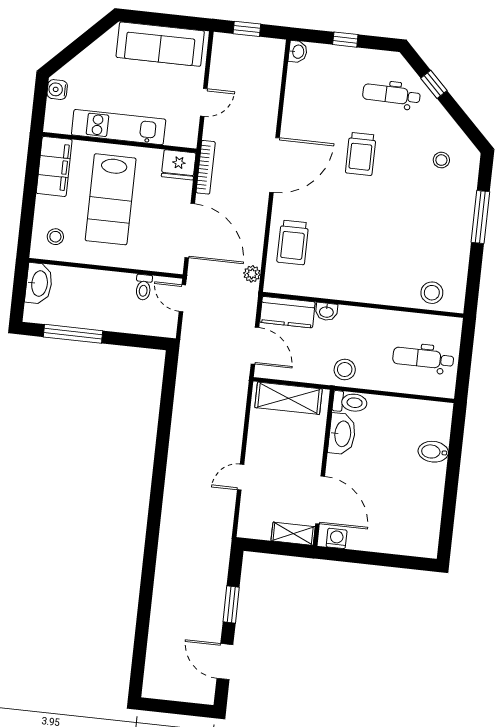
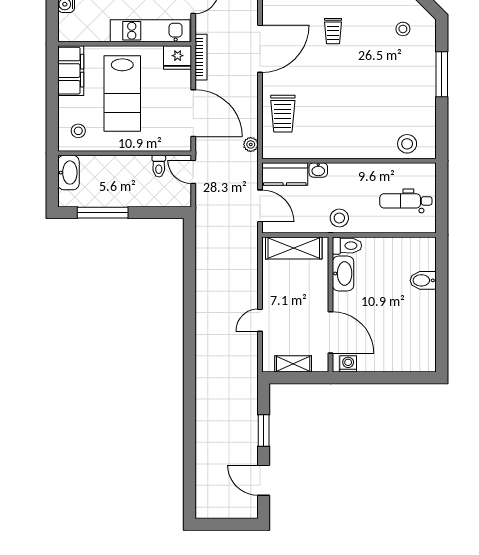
kitchen unit: (119, 127) -> (150, 31), moved
trolley: (361, 154) -> (333, 31), width x0.73, depth x0.72
shelving: (293, 534) -> (293, 364), moved

